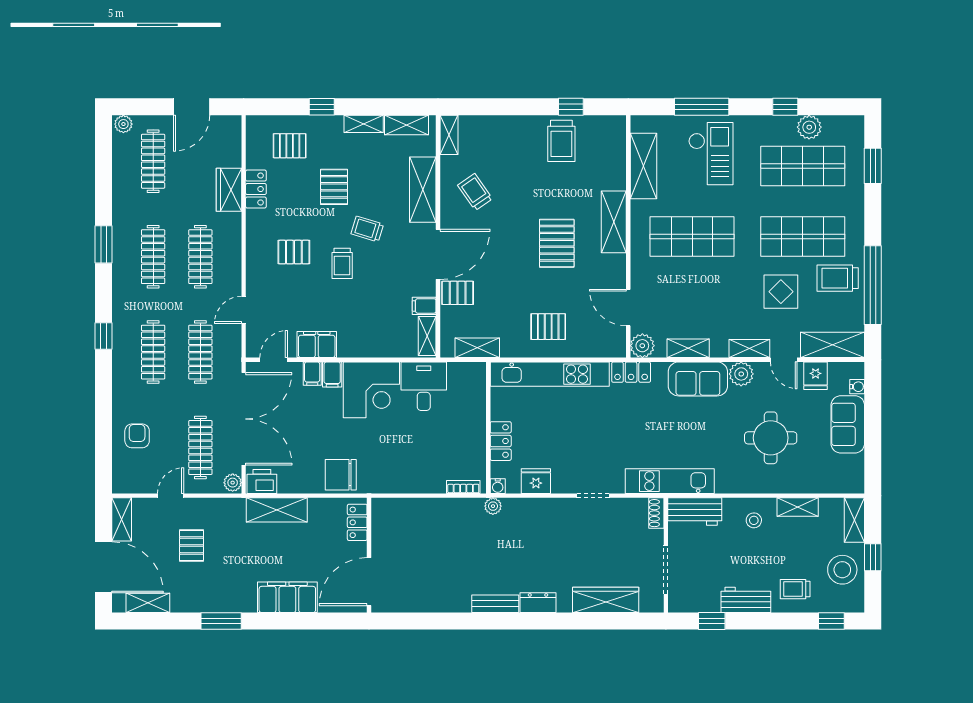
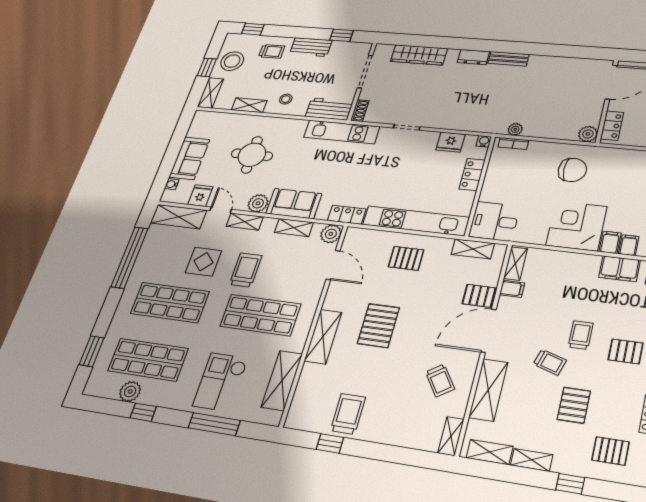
trolley: (838, 278) -> (246, 270), moved, turned -90
desk: (424, 386) -> (494, 221), moved, turned 90
chair: (341, 475) -> (572, 170), moved
plant: (493, 506) -> (515, 129), moved
plant: (382, 509) -> (588, 134), added

